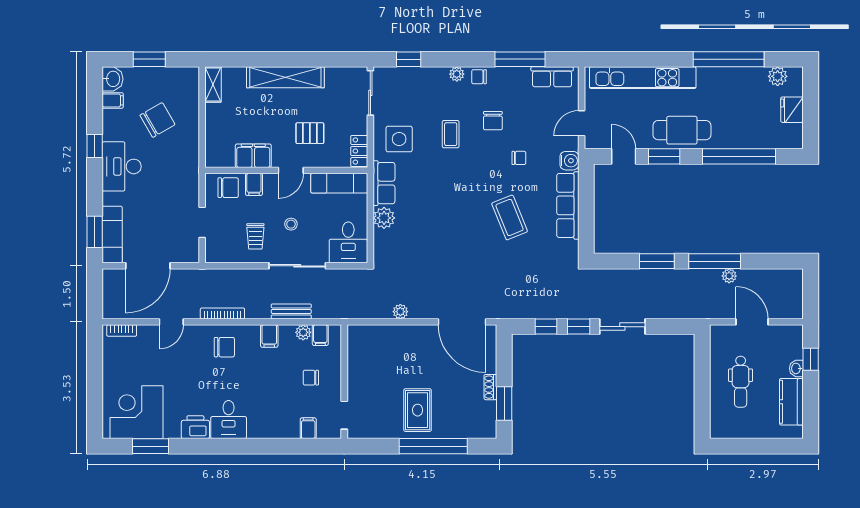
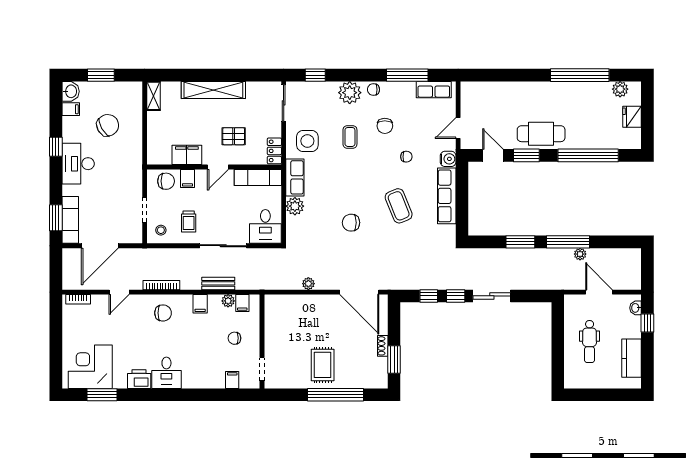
plant: (457, 74) -> (350, 93), width x1.87, depth x1.87
kitchen unit: (643, 78) -> (509, 90), removed
stool: (291, 224) -> (161, 230), moved
chair: (452, 238) -> (351, 223), added
washbasin: (796, 368) -> (636, 308), moved

